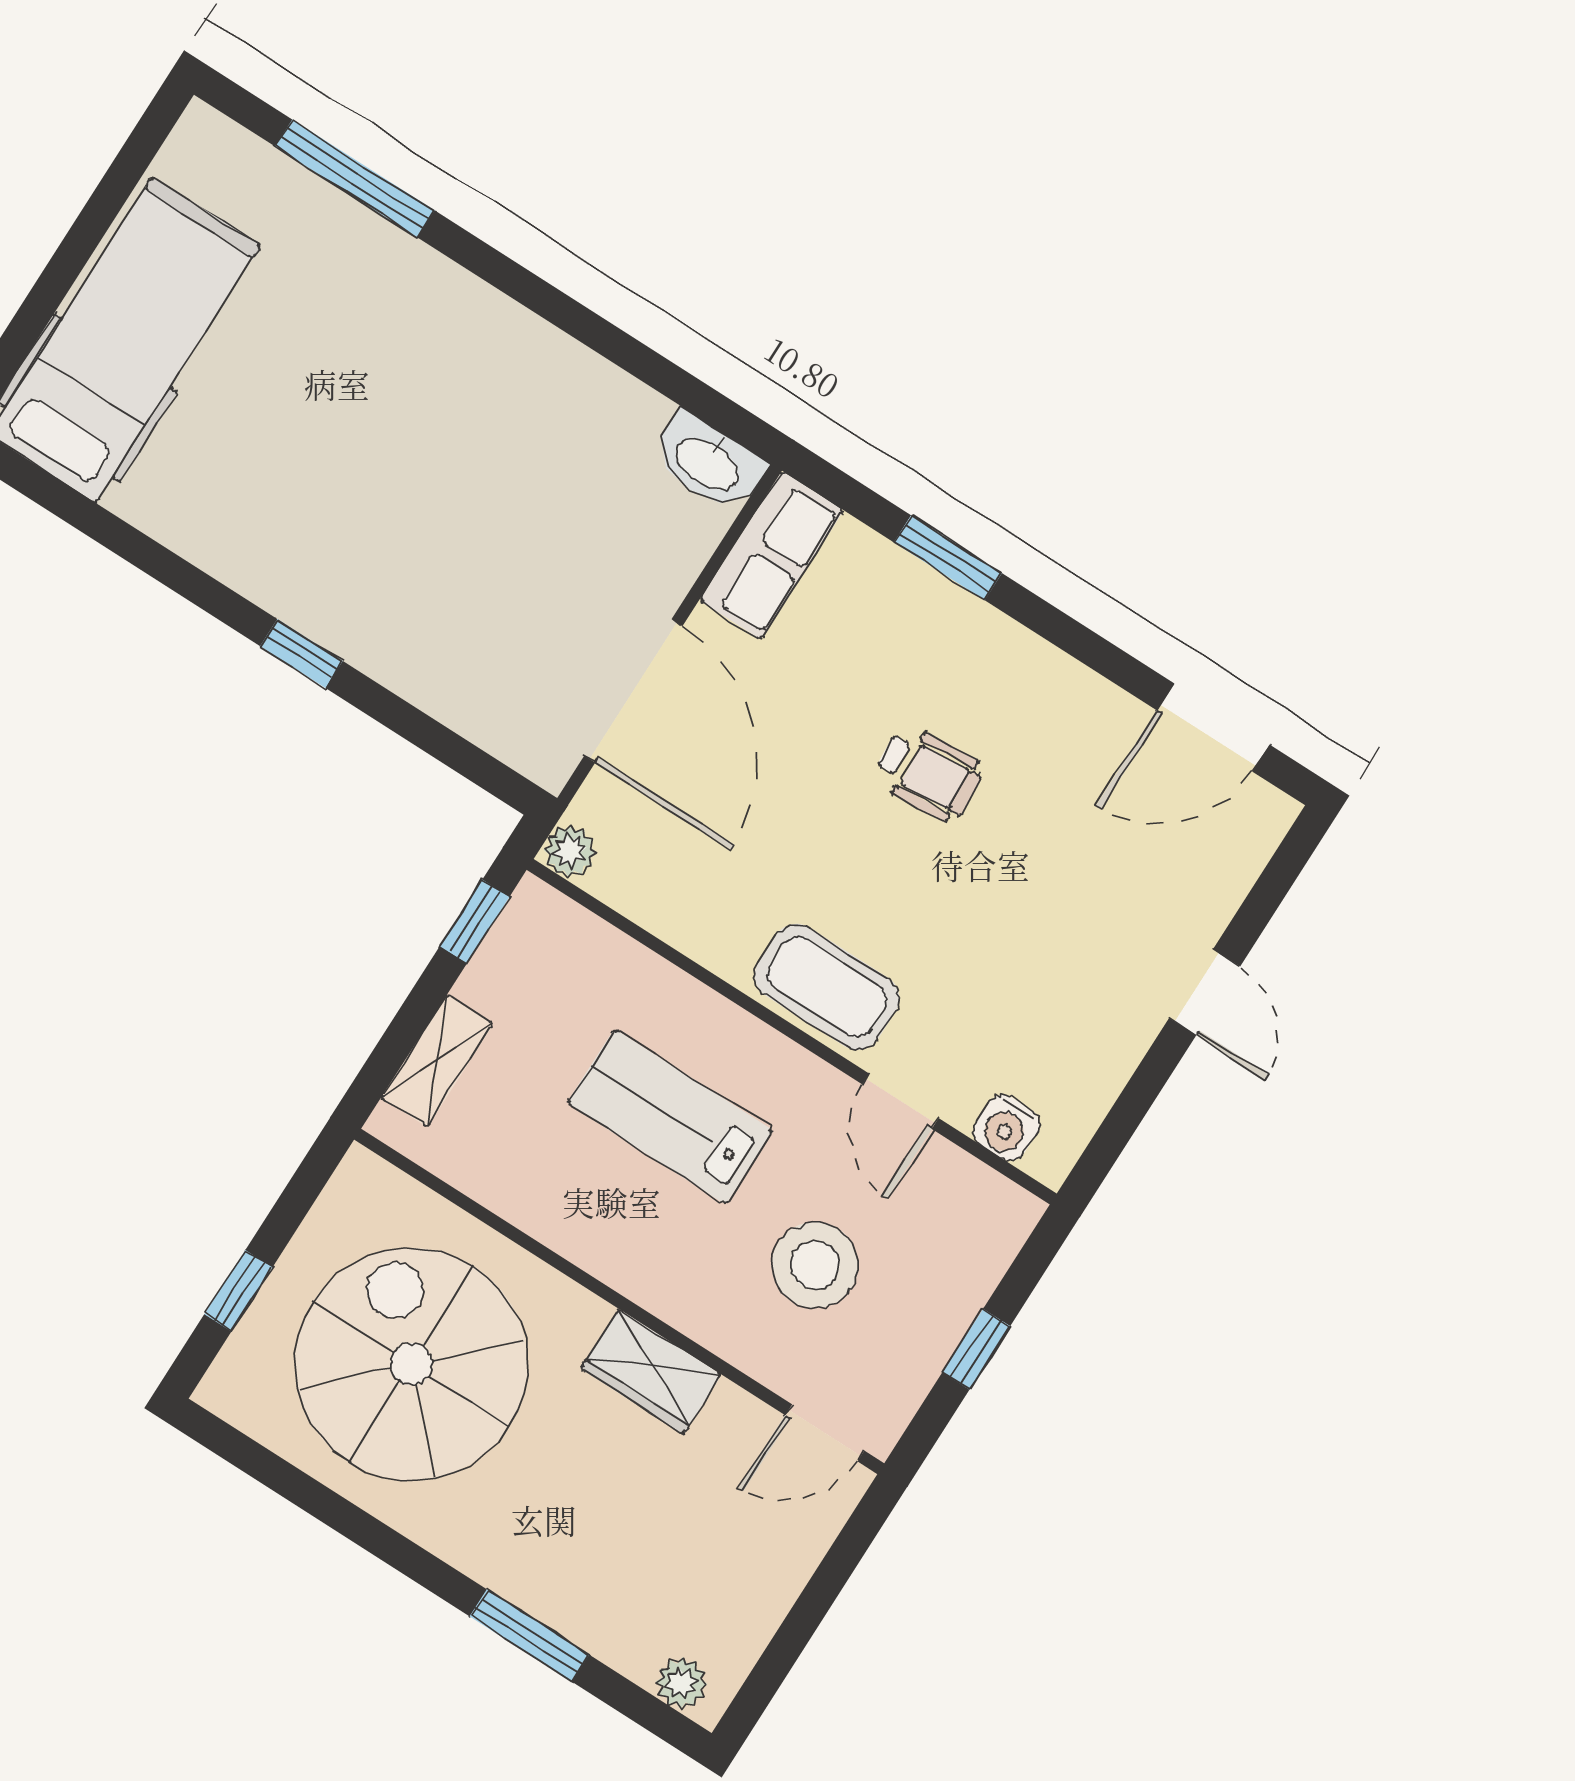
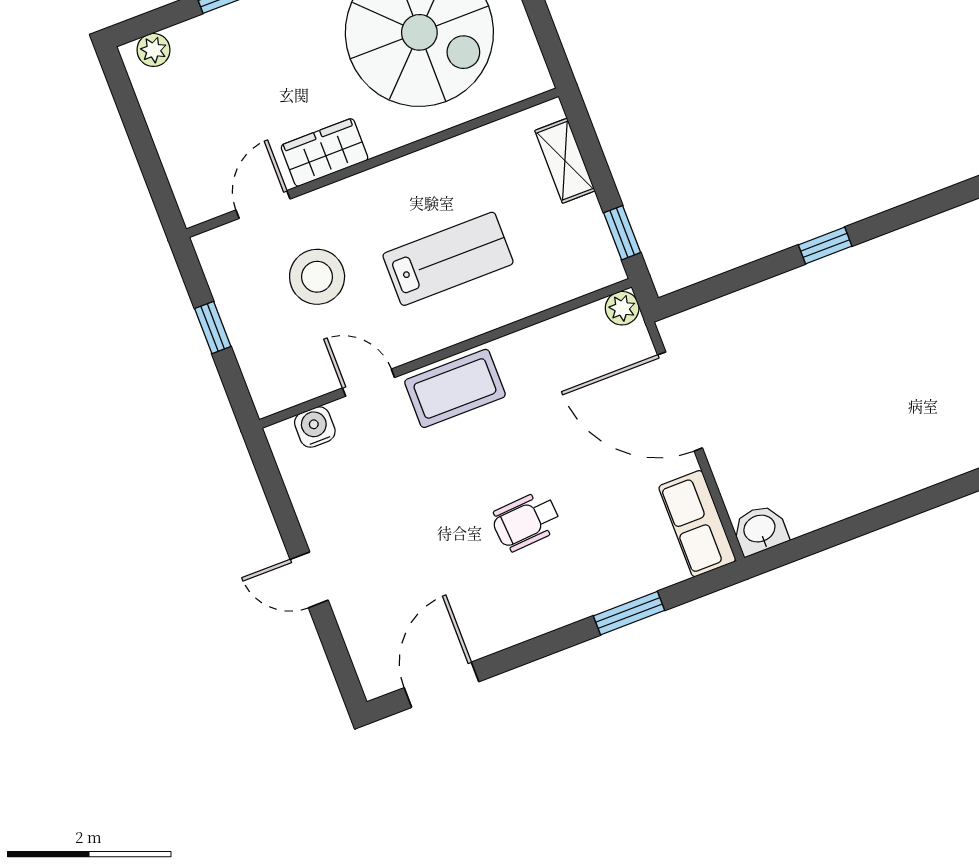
washbasin: (708, 462) -> (760, 530), width x0.72
door: (825, 1433) -> (263, 205), moved

